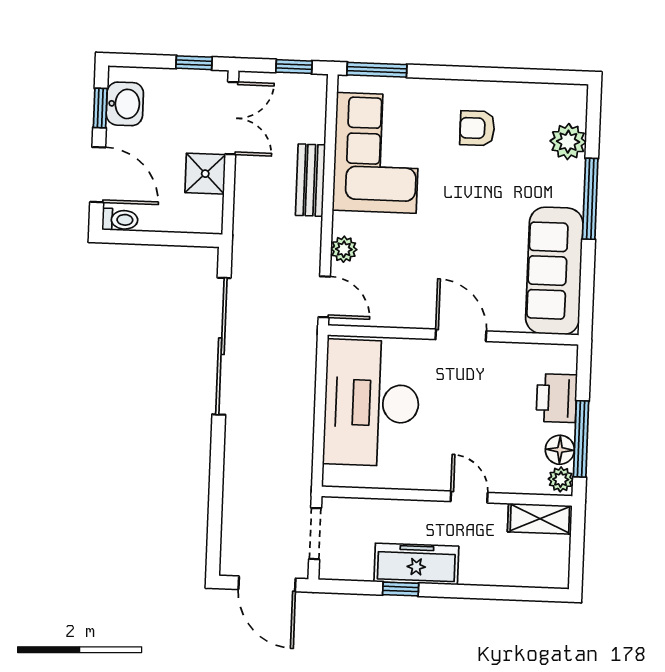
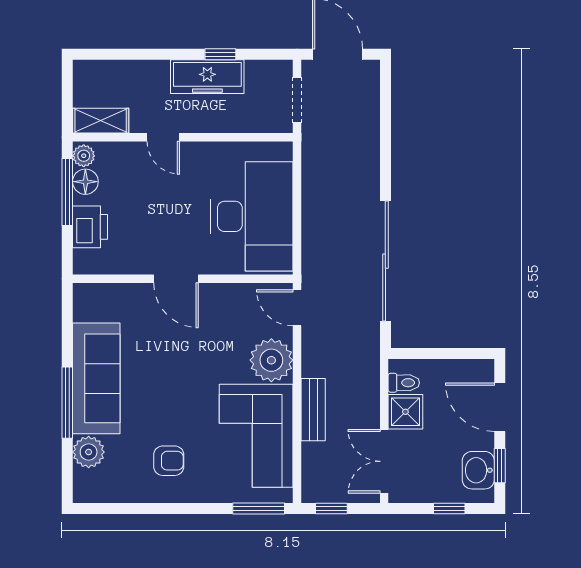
window: (194, 63) -> (449, 509), moved
toilet: (120, 220) -> (404, 383), moved, turned 180
plant: (344, 249) -> (271, 360), width x1.88, depth x1.88
sofa: (554, 271) -> (96, 378), moved

